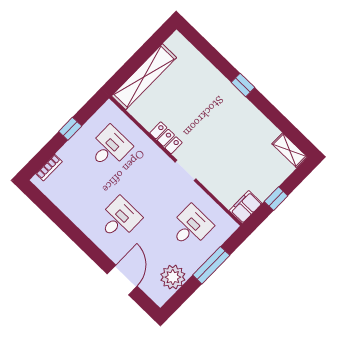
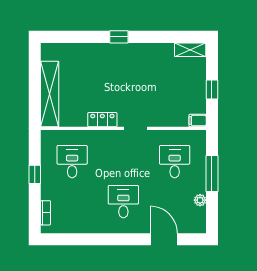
filing cabinet: (246, 207) -> (198, 121), width x0.50
plant: (173, 277) -> (200, 200), width x0.53, depth x0.53

